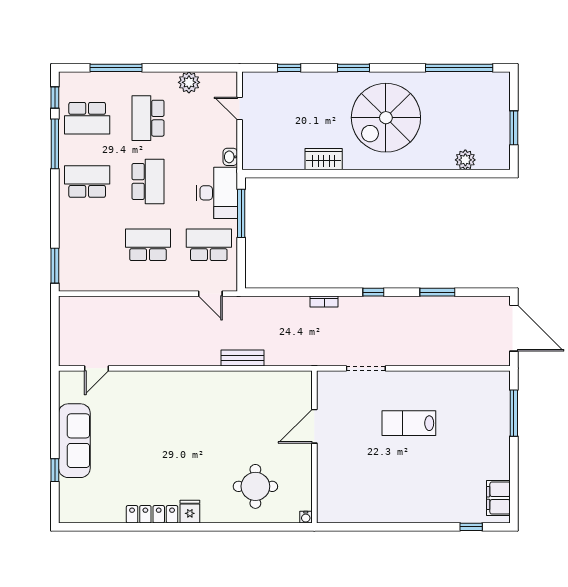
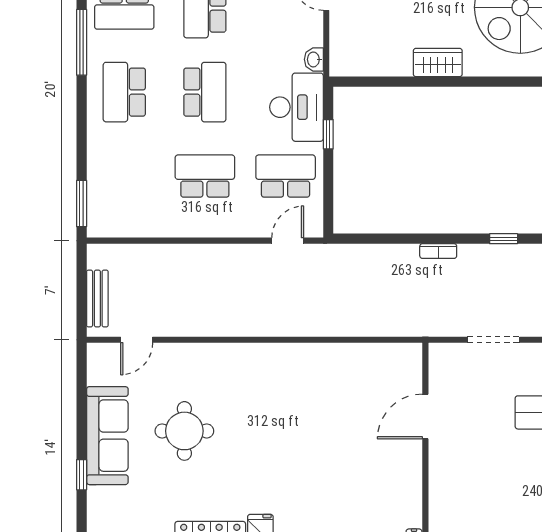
school desk: (87, 181) -> (124, 92), turned -90
window: (241, 213) -> (328, 134), width x0.46
door: (210, 294) -> (288, 241), swing flipped
bench: (242, 358) -> (97, 299), moved, turned 90
round table: (255, 486) -> (184, 431), moved

